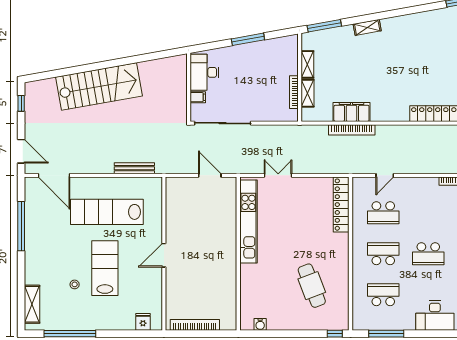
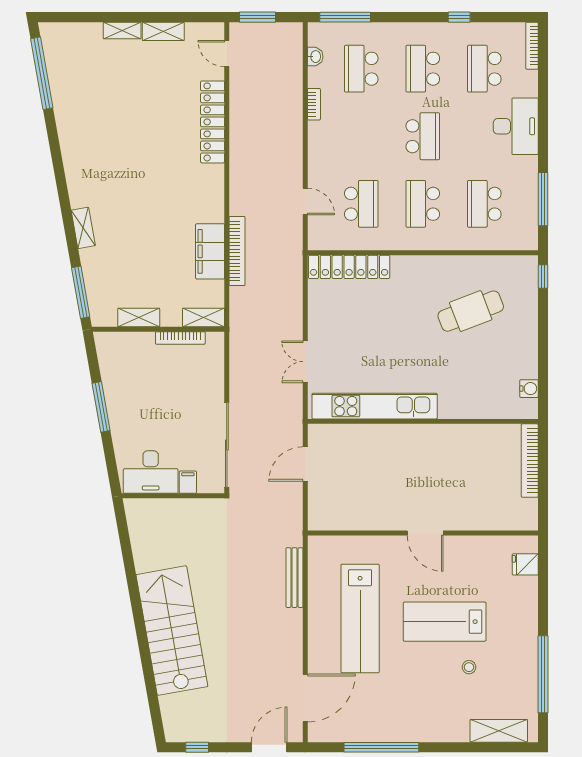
shelving: (307, 93) -> (204, 317), moved
bookcase: (195, 325) -> (530, 461), moved

